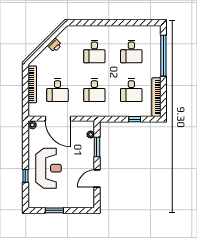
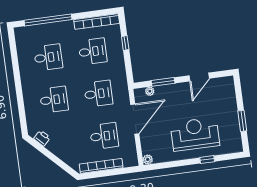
printer: (55, 45) -> (42, 138), moved
door: (58, 119) -> (135, 119), moved
door: (97, 179) -> (199, 77), hinge flipped

